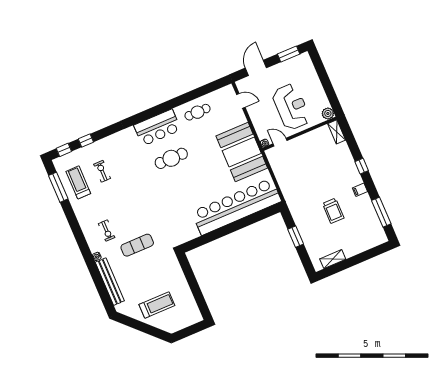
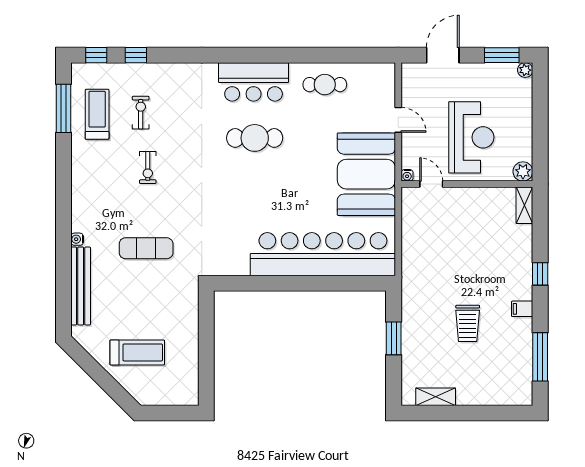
plant: (305, 57) -> (525, 70), added
door: (241, 101) -> (398, 120), moved
exercise bike: (107, 231) -> (148, 168), moved

